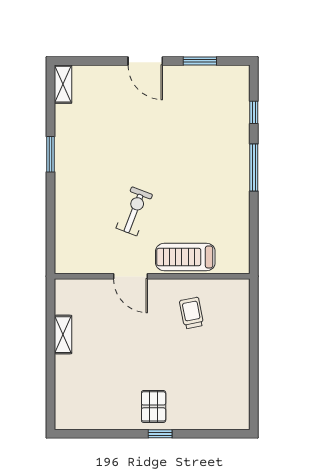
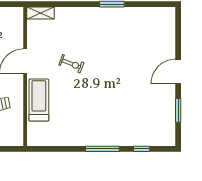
shelving: (63, 84) -> (40, 13), moved
exercise bike: (134, 211) -> (71, 64), width x0.73, depth x0.72

